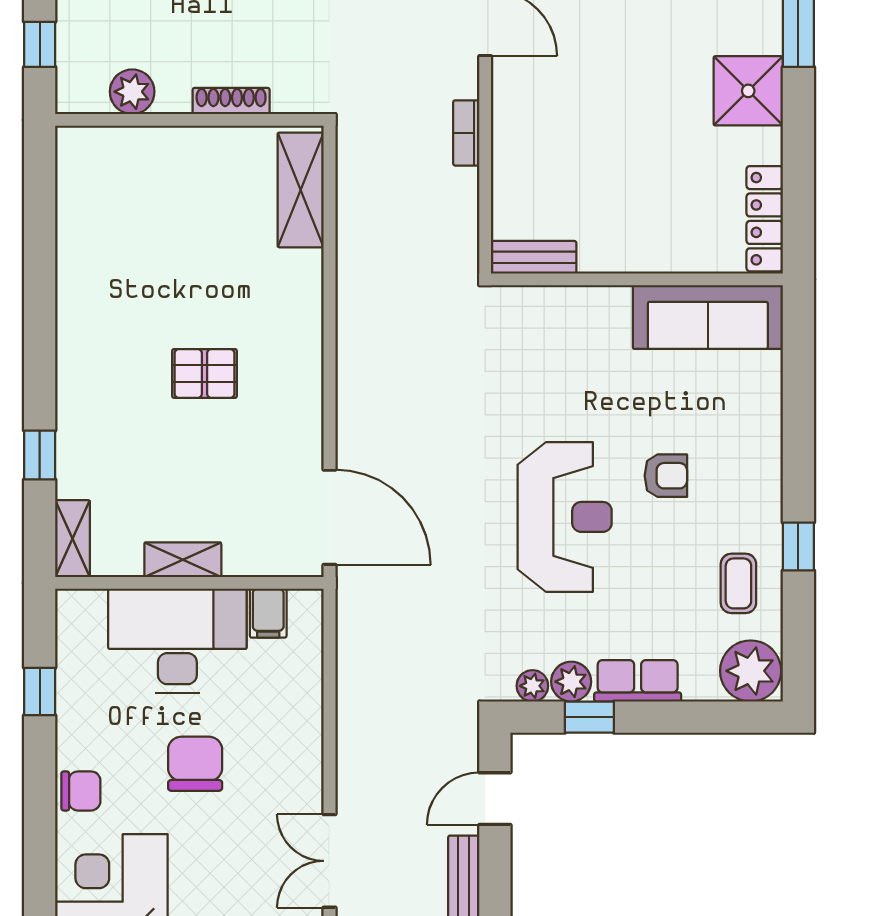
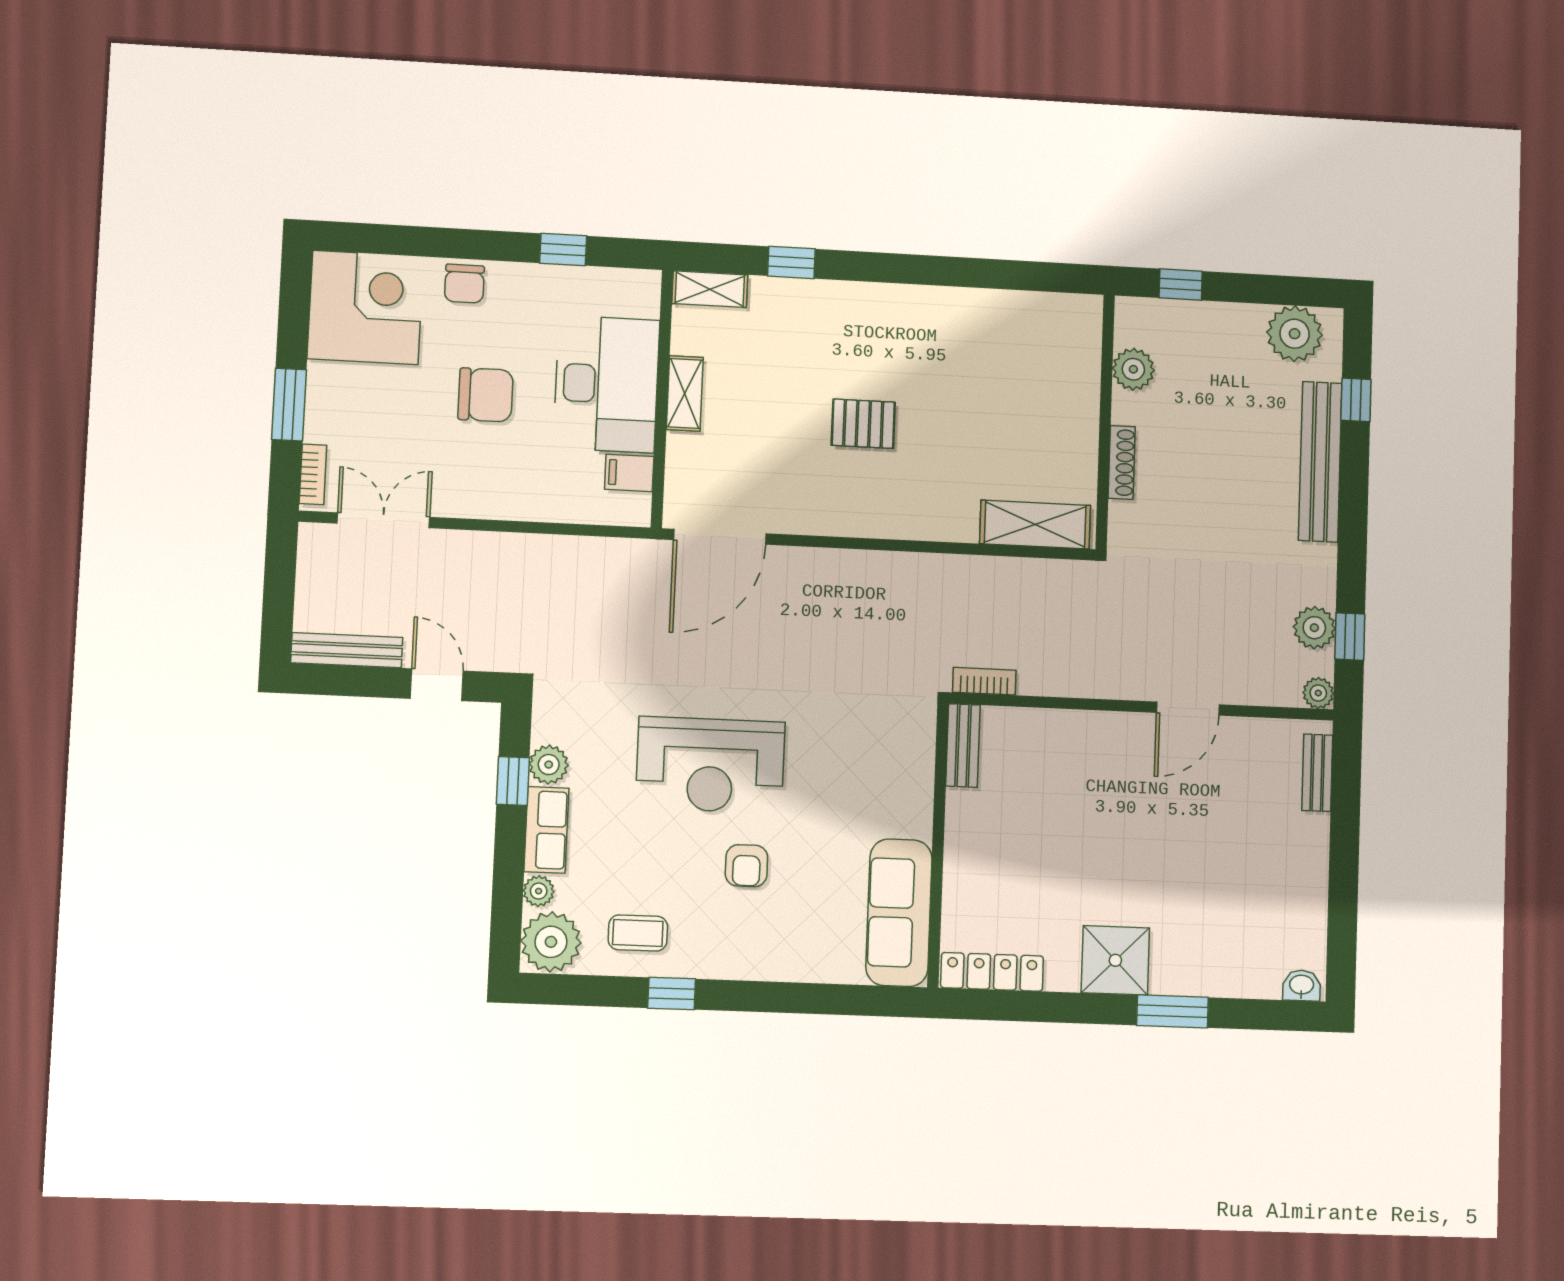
bookcase: (466, 133) -> (984, 681), moved
pallet: (205, 373) -> (863, 424), turned 90
plant: (532, 686) -> (539, 891), moved

